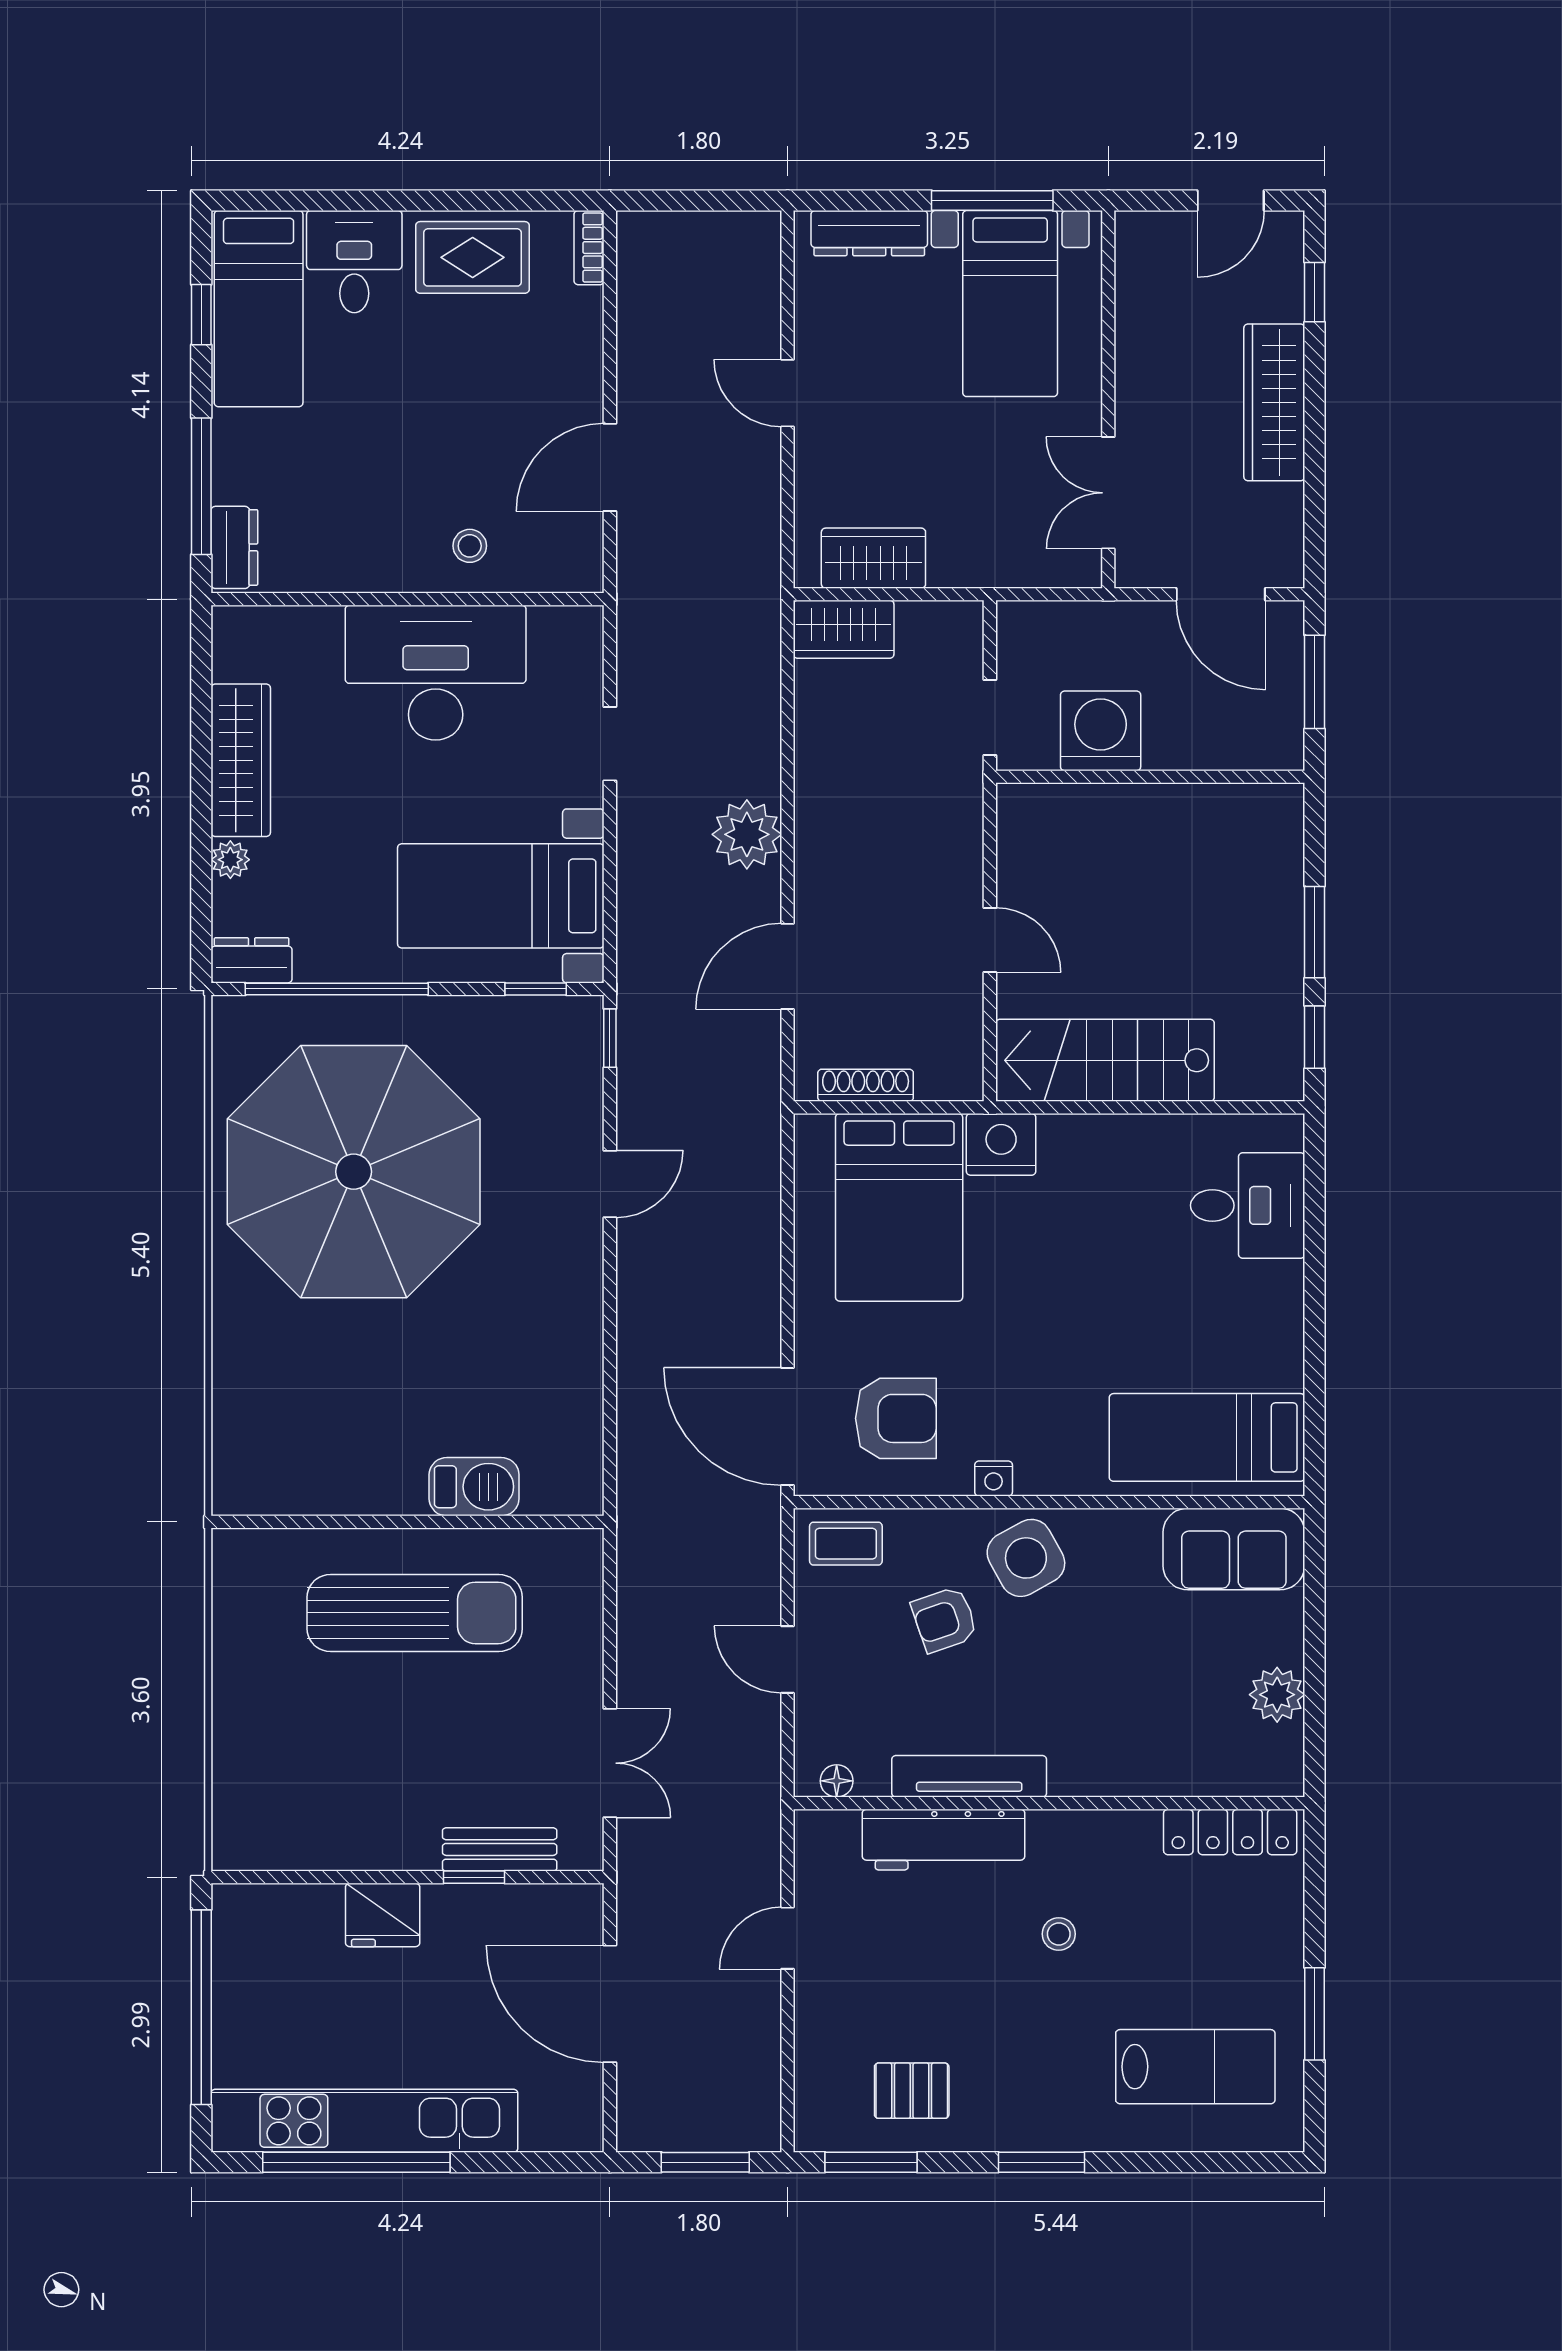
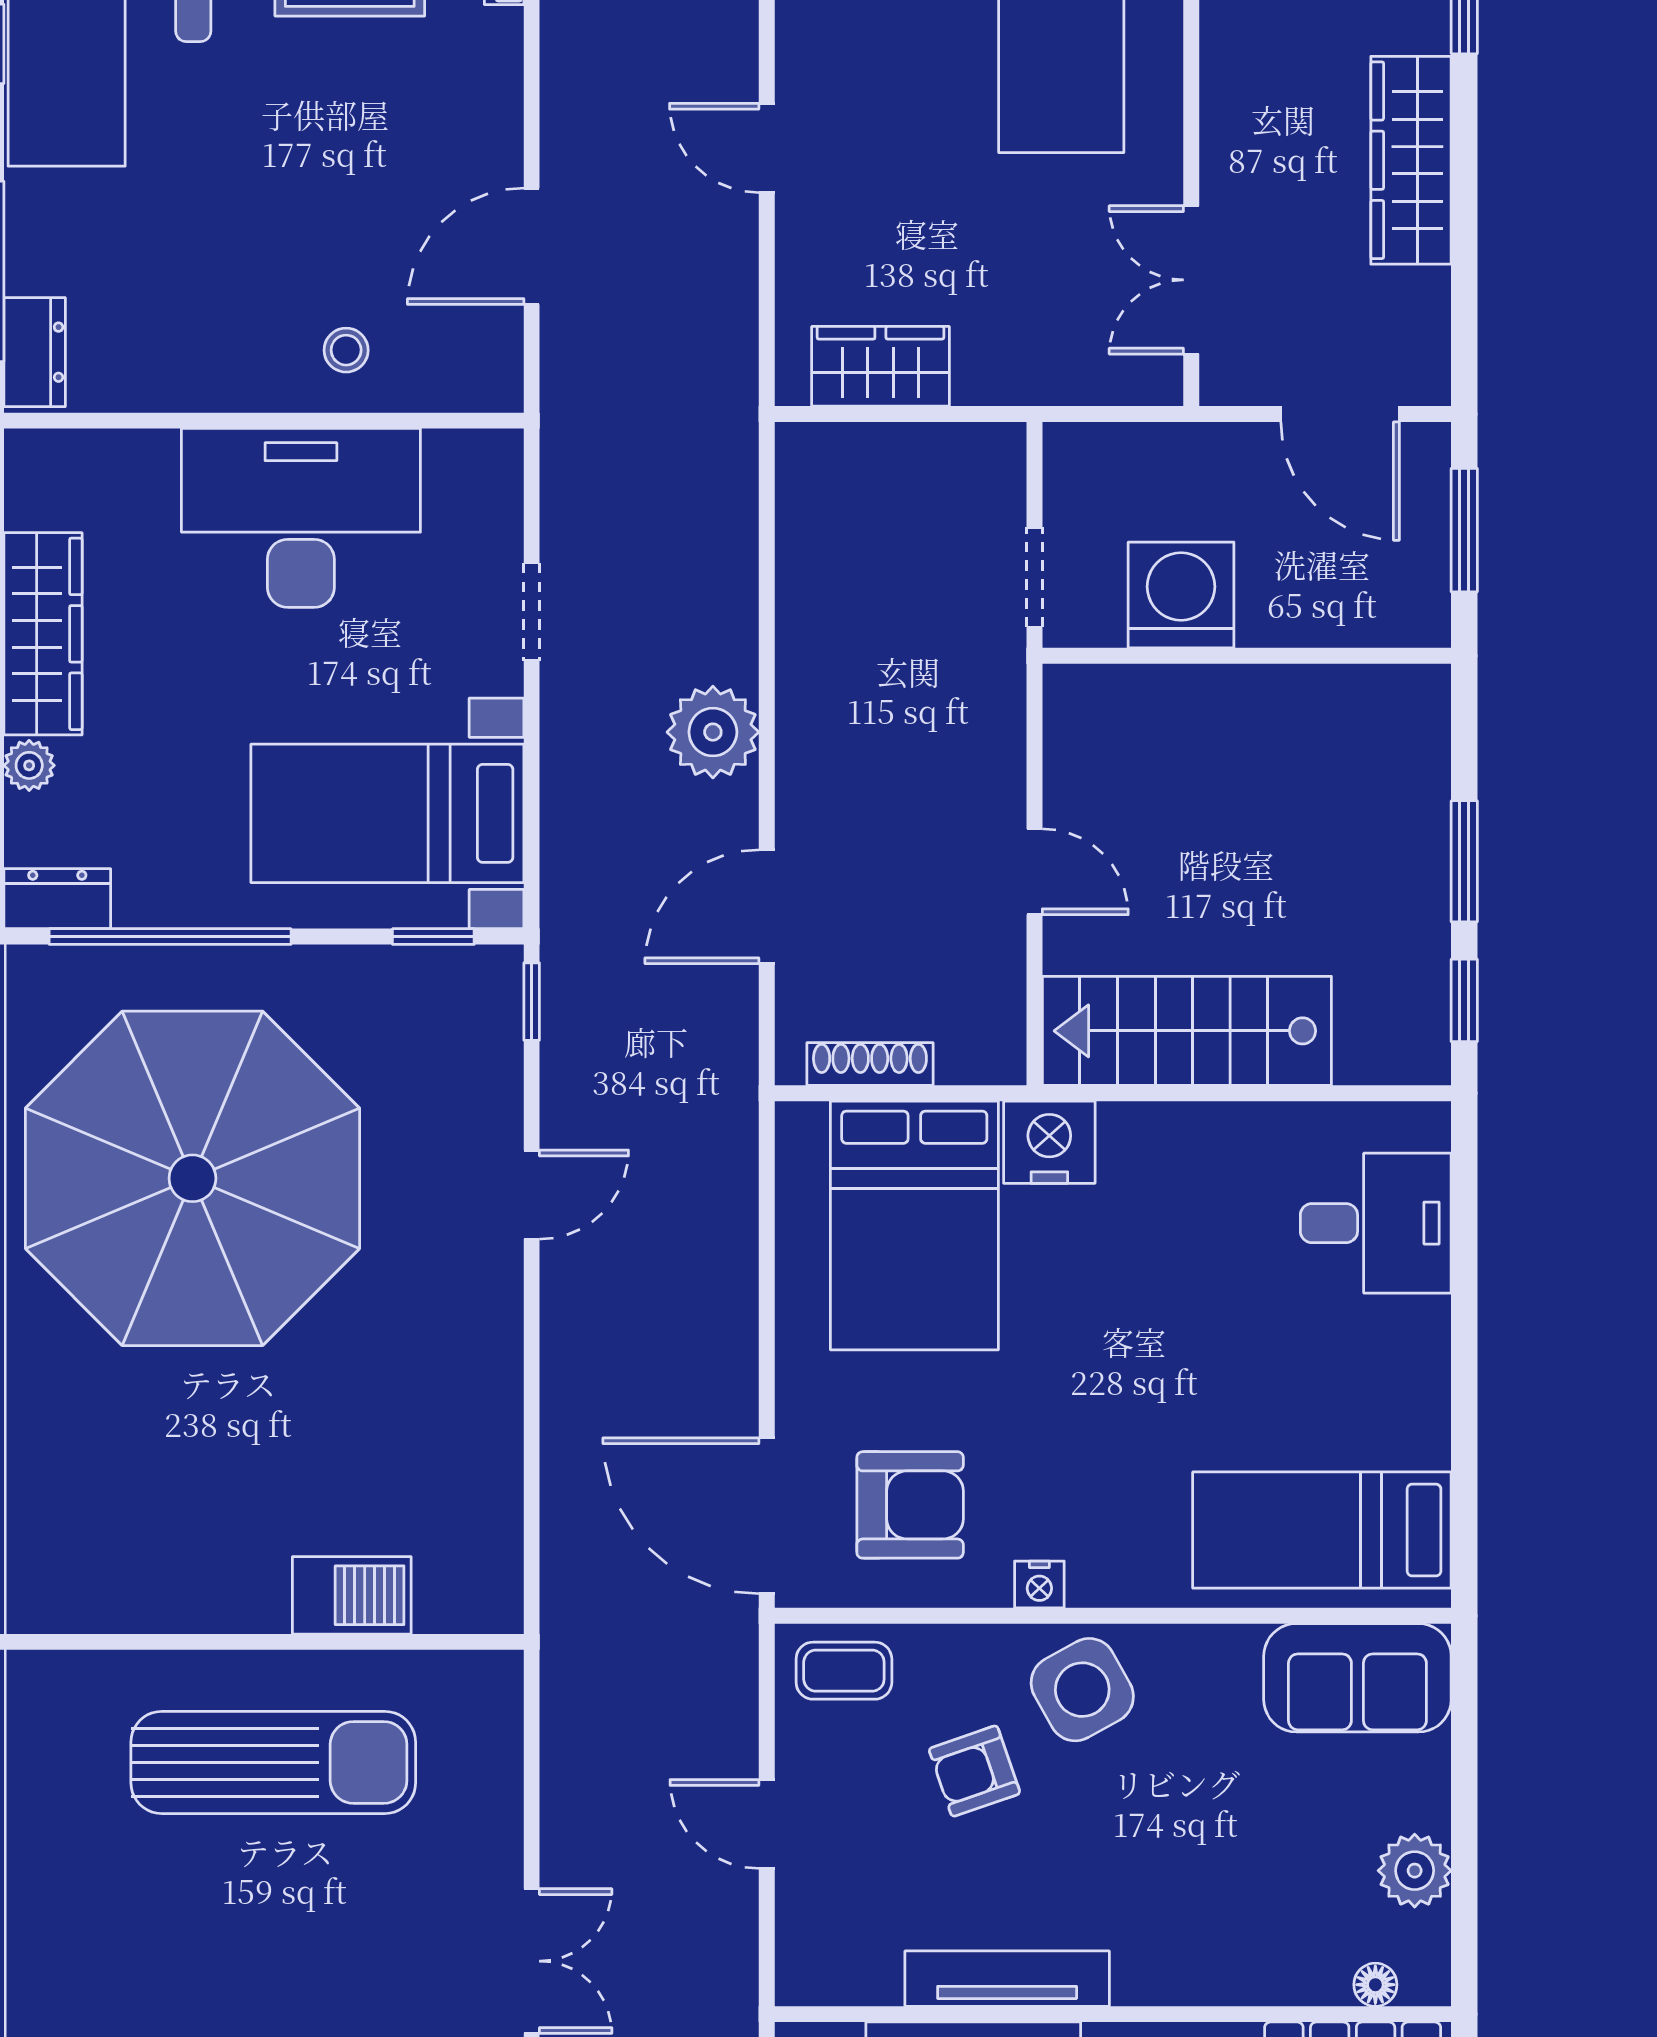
wardrobe: (844, 629) -> (841, 460), removed
floor lamp: (837, 1781) -> (1375, 1985), moved

